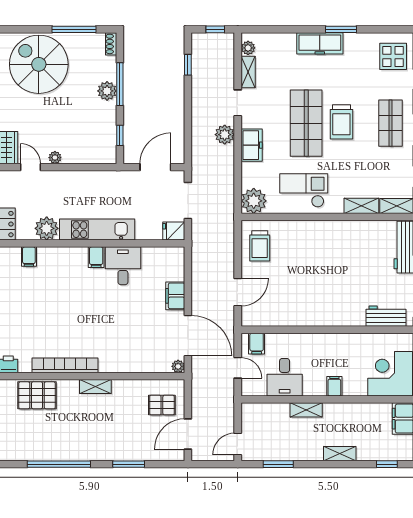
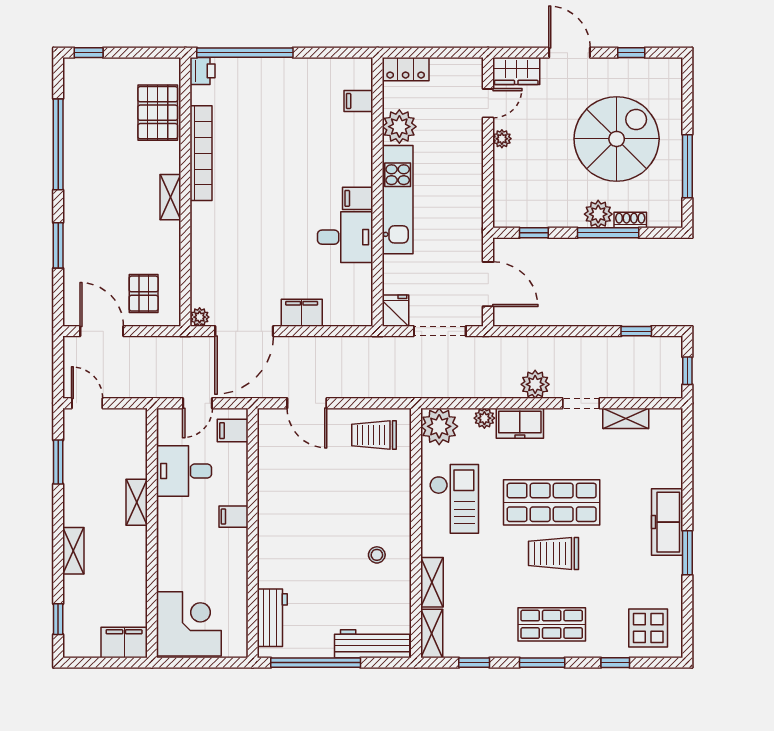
shoe rack: (111, 44) -> (630, 220), moved
plant: (248, 48) -> (484, 418), moved
spiral stairs: (39, 64) -> (617, 139), moved
stool: (343, 244) -> (377, 555), added
filing cabinet: (334, 386) -> (234, 517), moved, turned 180

